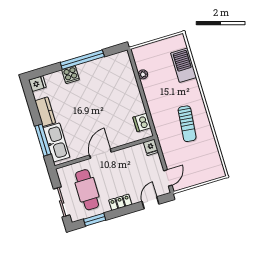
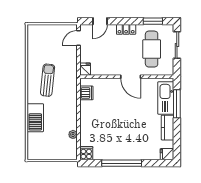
barbecue: (184, 65) -> (35, 118), moved
cooker: (71, 75) -> (86, 153), moved
door: (100, 154) -> (131, 77), hinge flipped

